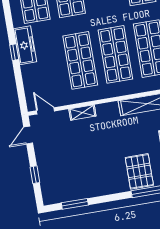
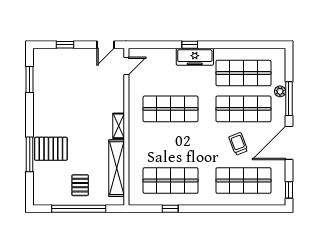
shop shelf: (115, 54) -> (171, 145), removed
shelving: (82, 112) -> (119, 126), moved
door: (28, 135) -> (105, 45), swing flipped

